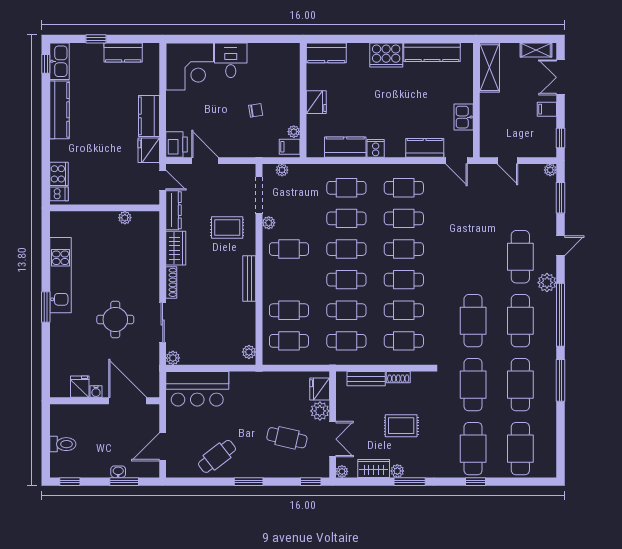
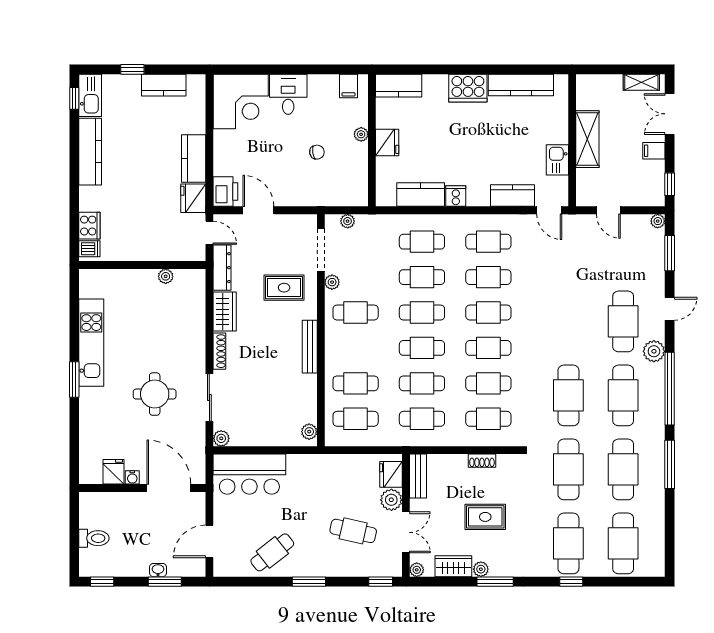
shelving: (489, 68) -> (587, 139), moved
plant: (294, 132) -> (361, 134), moved
filing cabinet: (290, 147) -> (349, 86), moved, turned -90
bench: (366, 379) -> (418, 476), moved, turned 90

